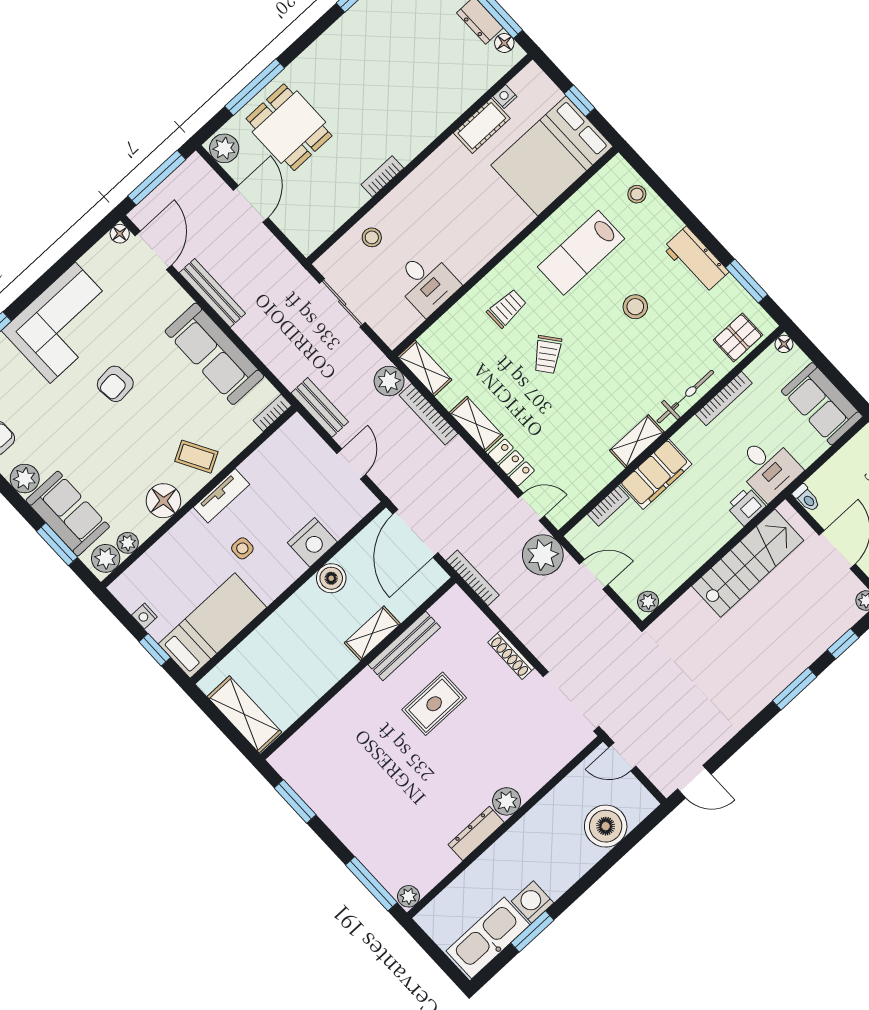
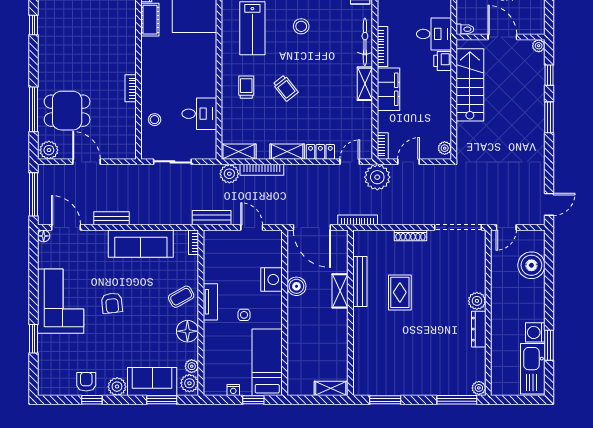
bench: (212, 293) -> (112, 218), width x0.73
bookcase: (724, 399) -> (383, 46), moved
bookcase: (608, 506) -> (383, 146), moved
shelving: (244, 714) -> (331, 388), width x0.67, depth x0.75

